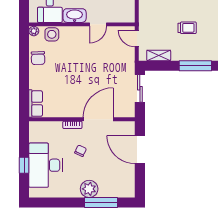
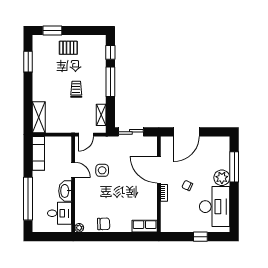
side table: (52, 34) -> (102, 170), moved
desk: (46, 165) -> (215, 207), moved, turned -90

